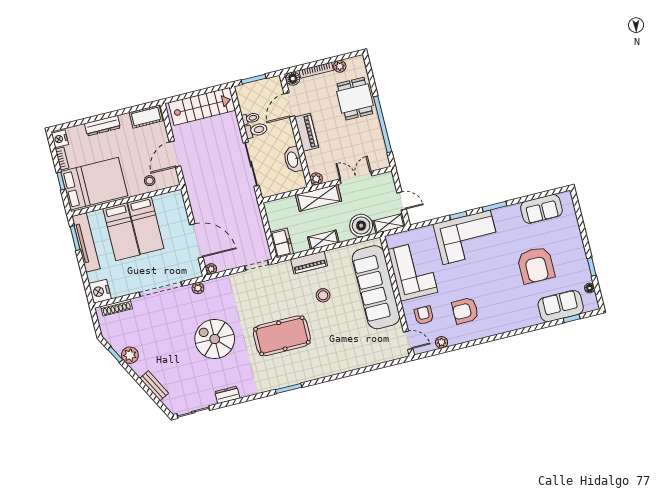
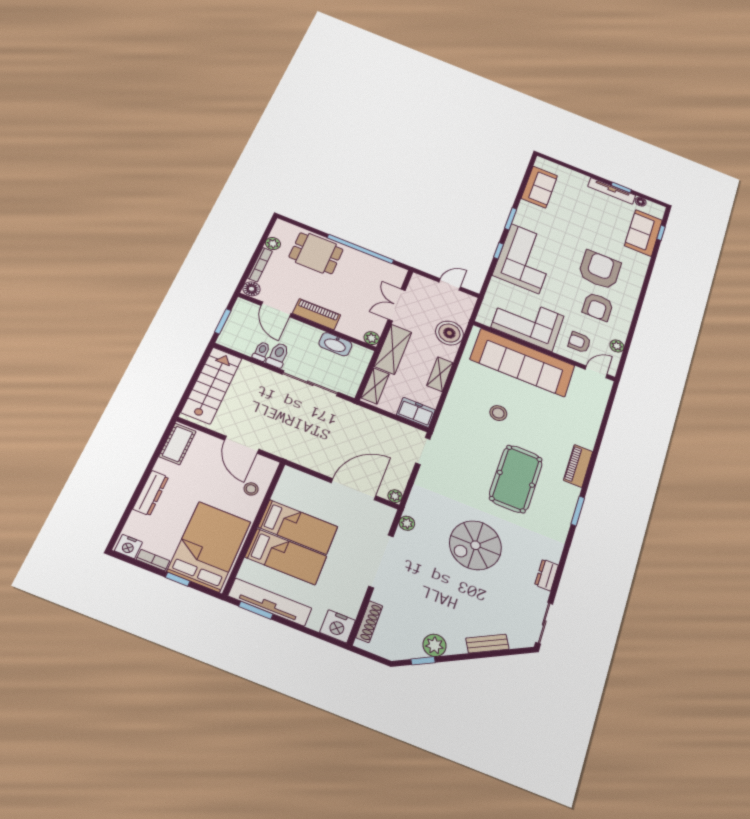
shelving: (389, 223) -> (375, 386), moved
tv unit: (582, 262) -> (612, 191), added
piano: (309, 263) -> (578, 466), moved, turned 180
armchair: (536, 265) -> (600, 270), moved, turned -90

